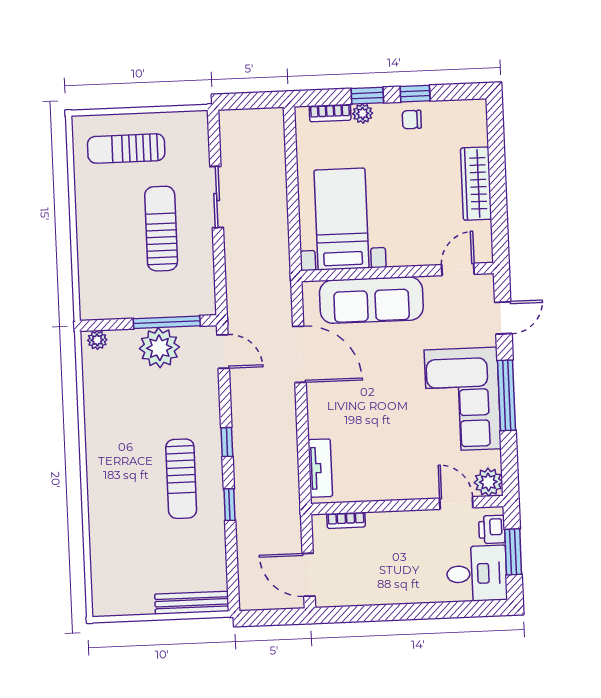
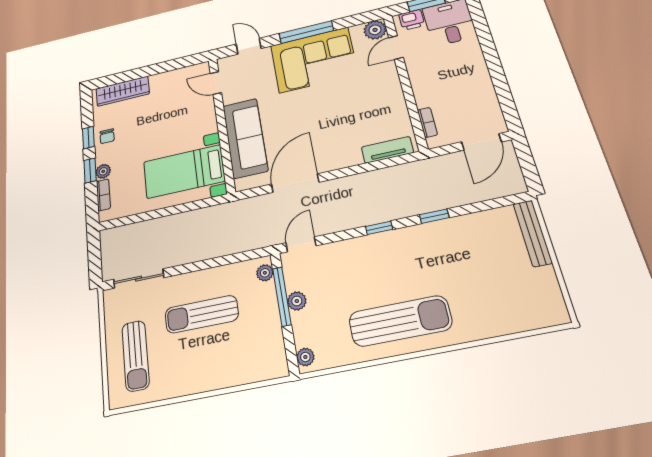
wardrobe: (476, 184) -> (123, 91), moved
sliding door: (217, 197) -> (139, 279), moved
plant: (197, 306) -> (265, 273), added
plant: (159, 348) -> (297, 301), width x0.53, depth x0.53
sun lounger: (181, 479) -> (400, 321), moved, width x1.36, depth x1.34

